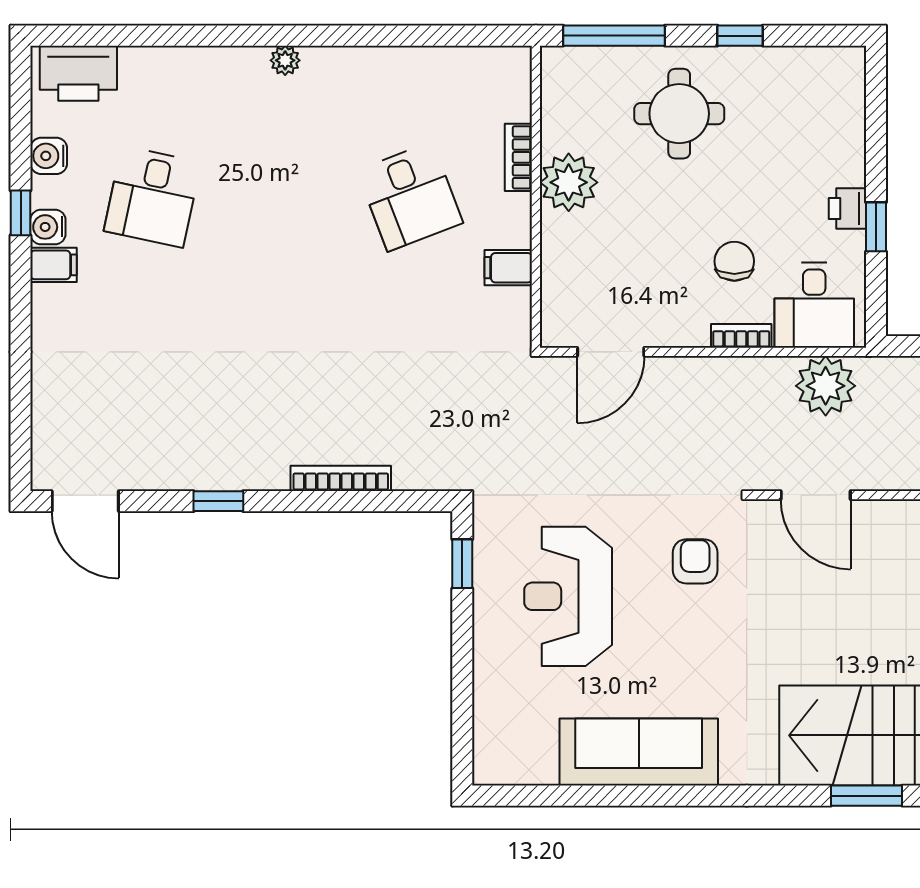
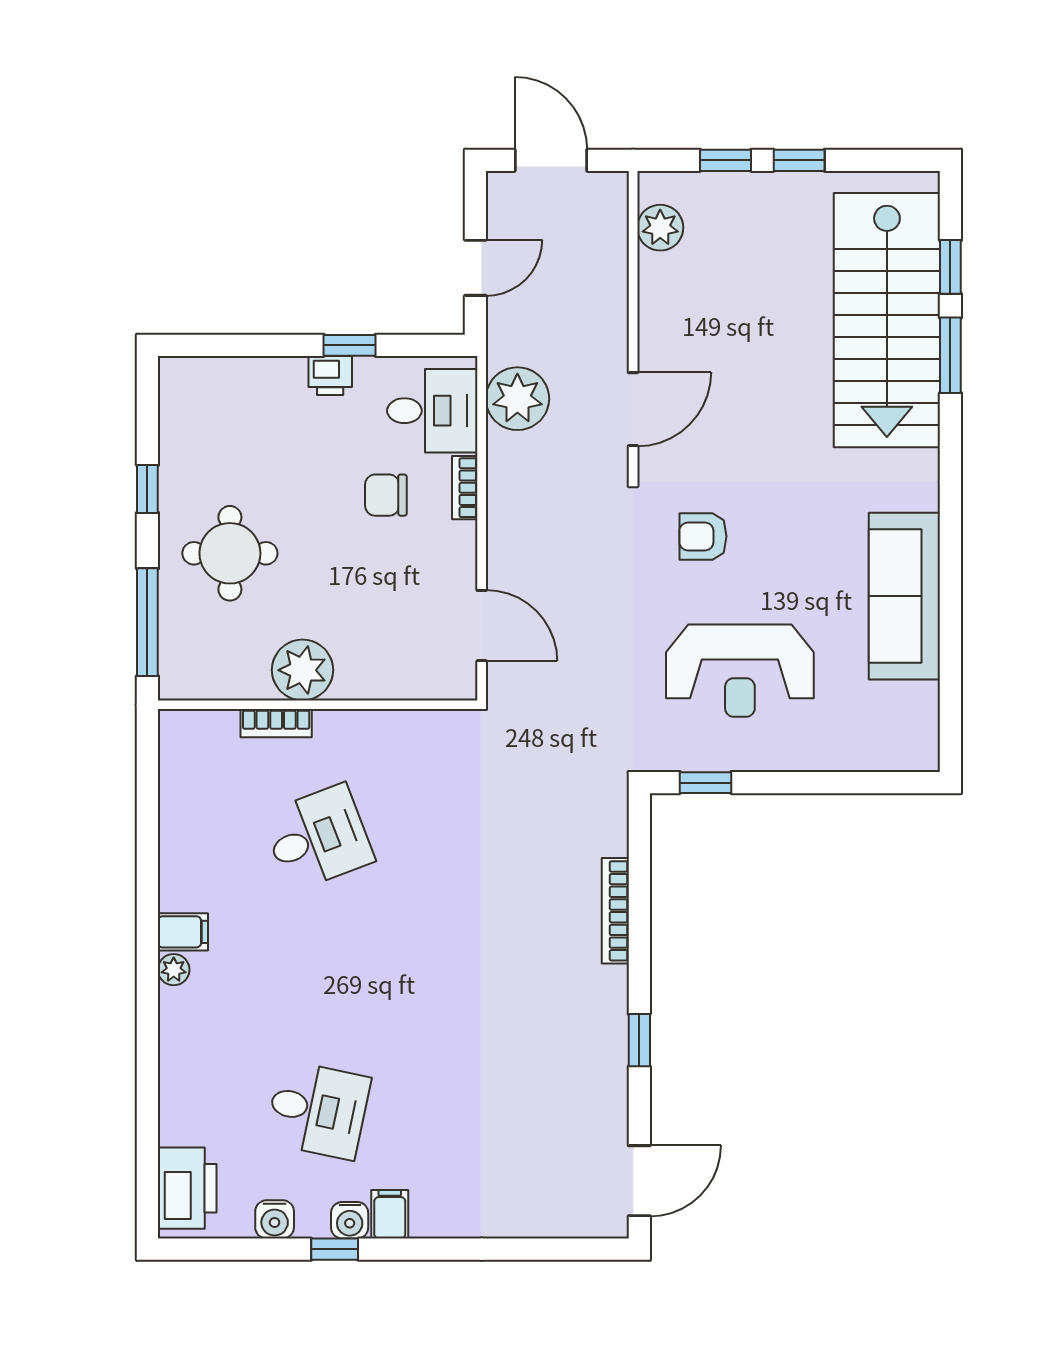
filing cabinet: (508, 268) -> (183, 932), moved, turned -90

